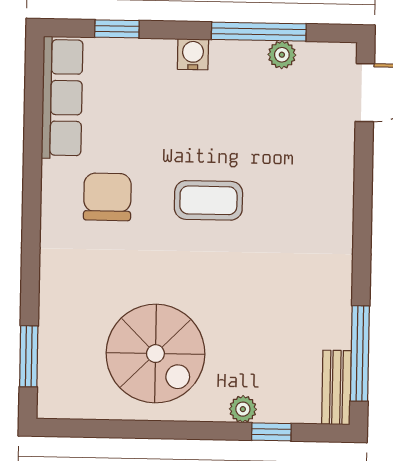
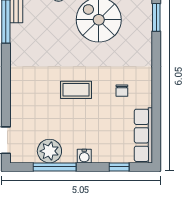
plant: (282, 55) -> (49, 151), width x1.88, depth x1.88
chair: (107, 197) -> (122, 91), width x0.54, depth x0.54

